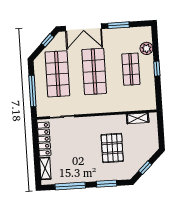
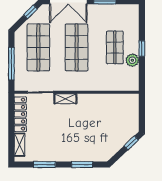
plant: (146, 48) -> (132, 60), moved
shelving: (138, 118) -> (65, 99), moved
pallet: (112, 148) -> (90, 128), removed
window: (145, 168) -> (131, 143), moved
window: (70, 186) -> (44, 165), width x0.69

